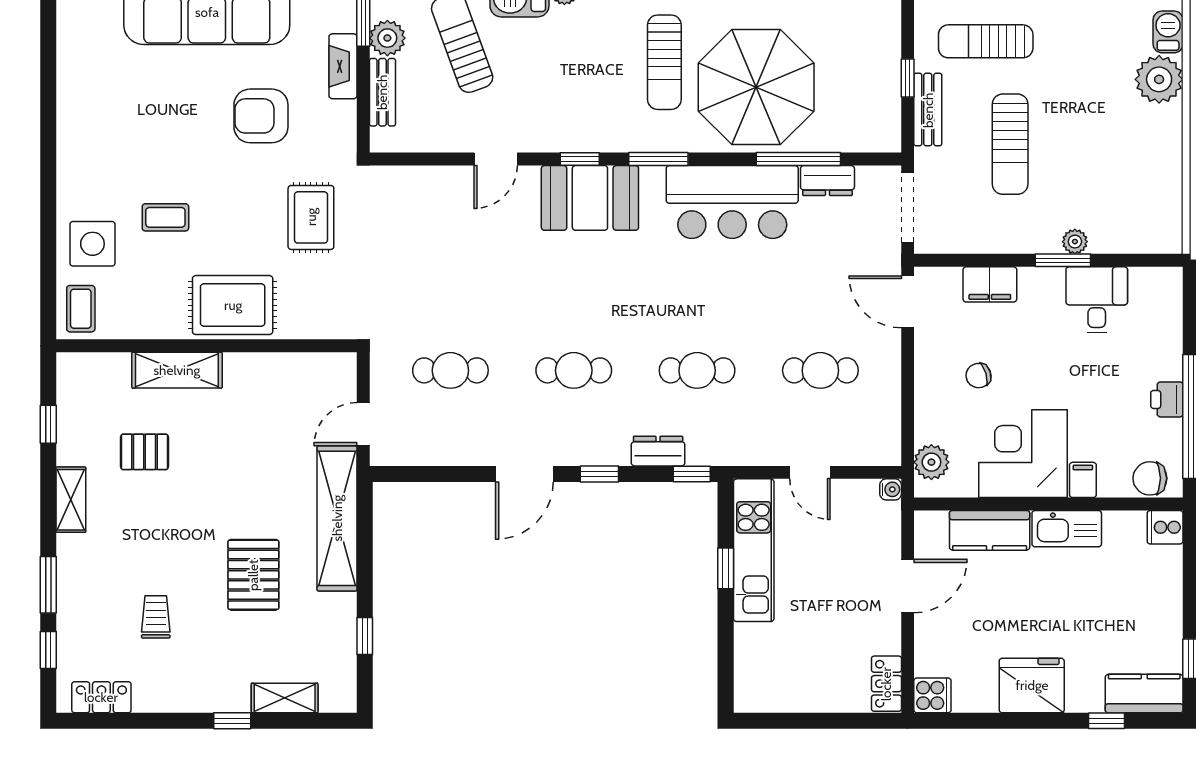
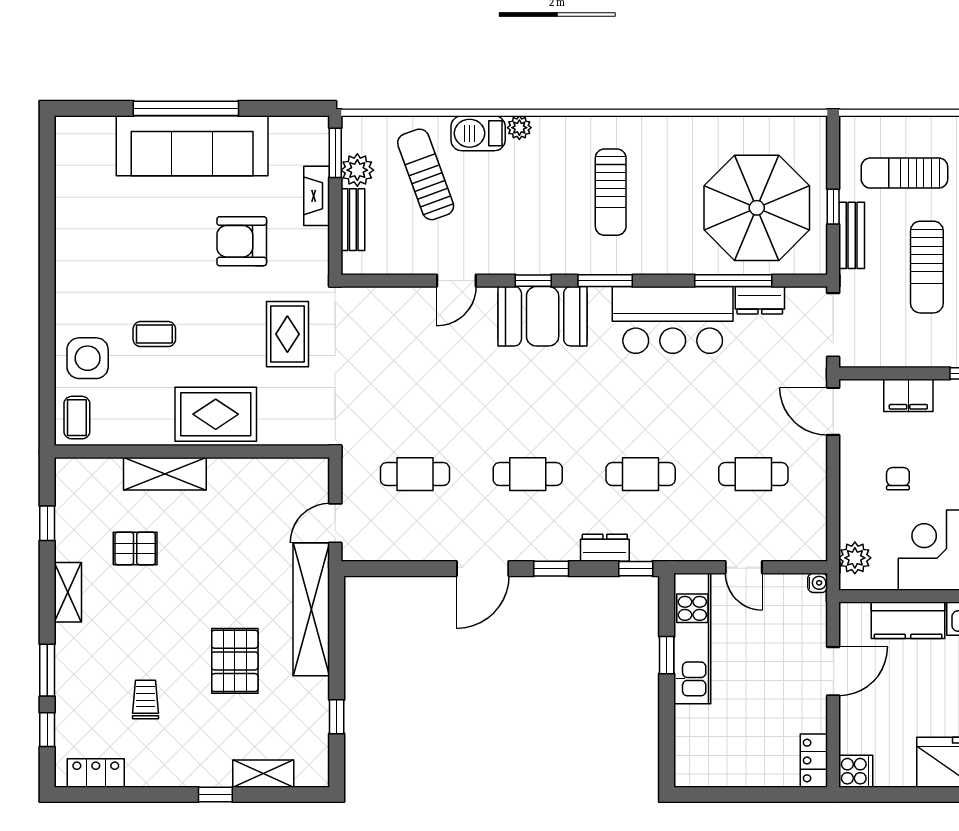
parasol: (756, 87) -> (757, 208), moved
chair: (979, 376) -> (898, 479), turned 107

